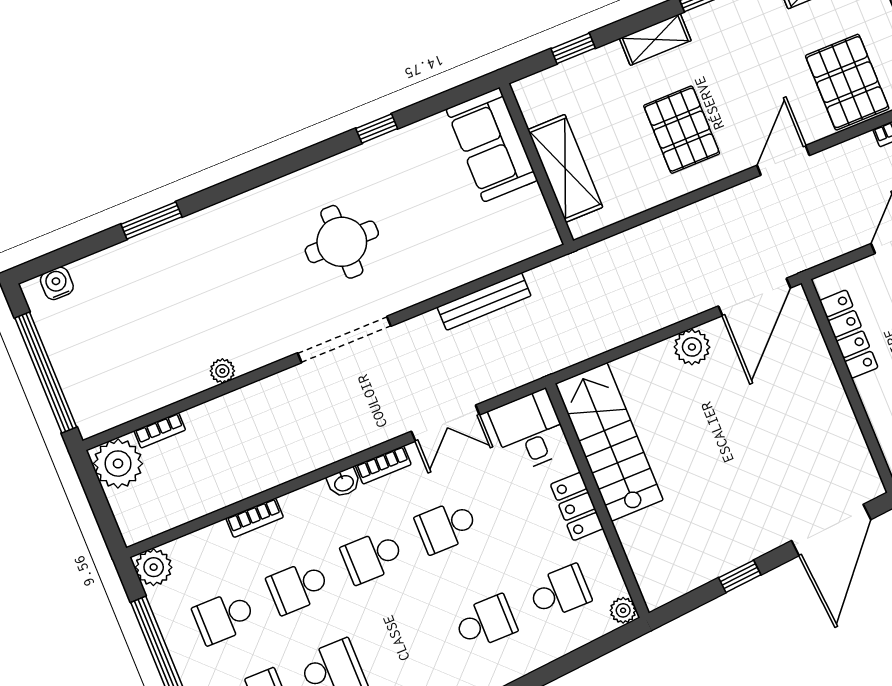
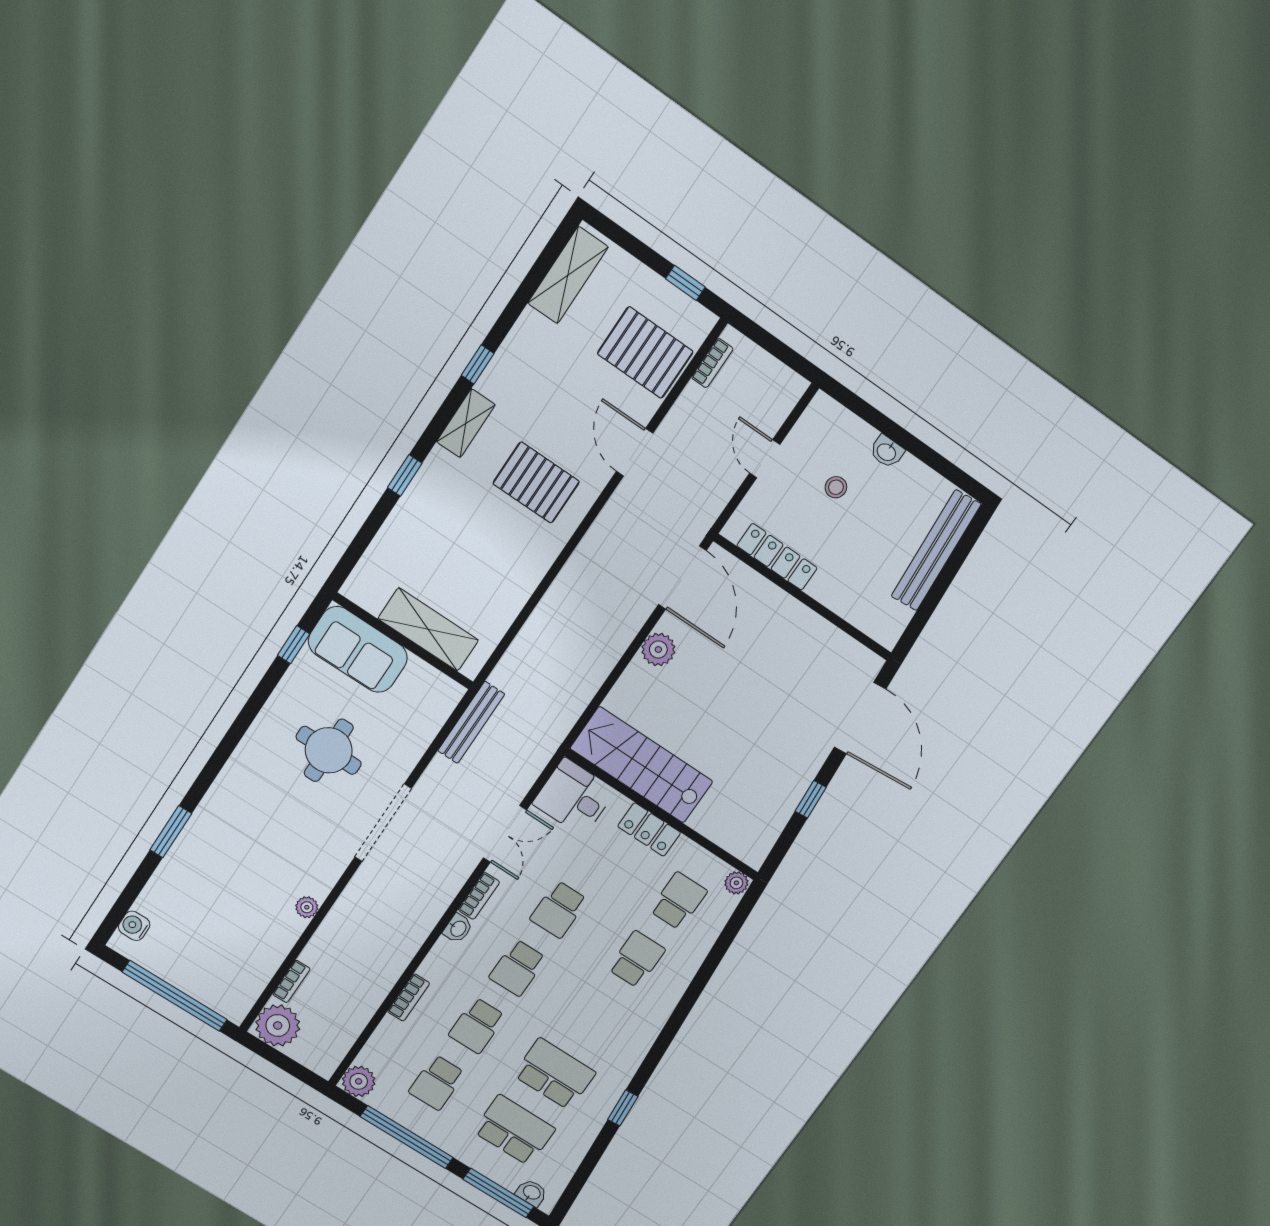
sofa: (492, 145) -> (358, 649), moved
wall: (536, 164) -> (403, 641), moved
shelving: (565, 168) -> (428, 629), moved

